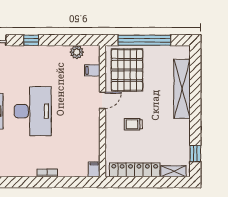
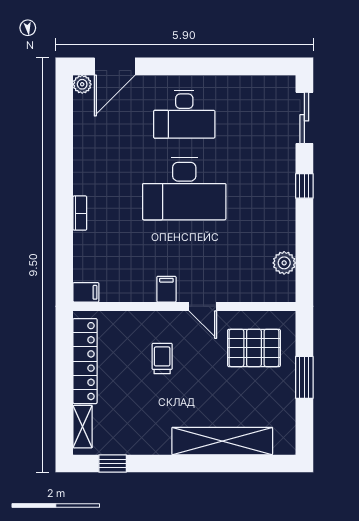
window: (144, 40) -> (304, 377), width x0.47
filing cabinet: (92, 70) -> (166, 289), moved
pallet: (127, 70) -> (254, 348), width x0.73, depth x0.71

